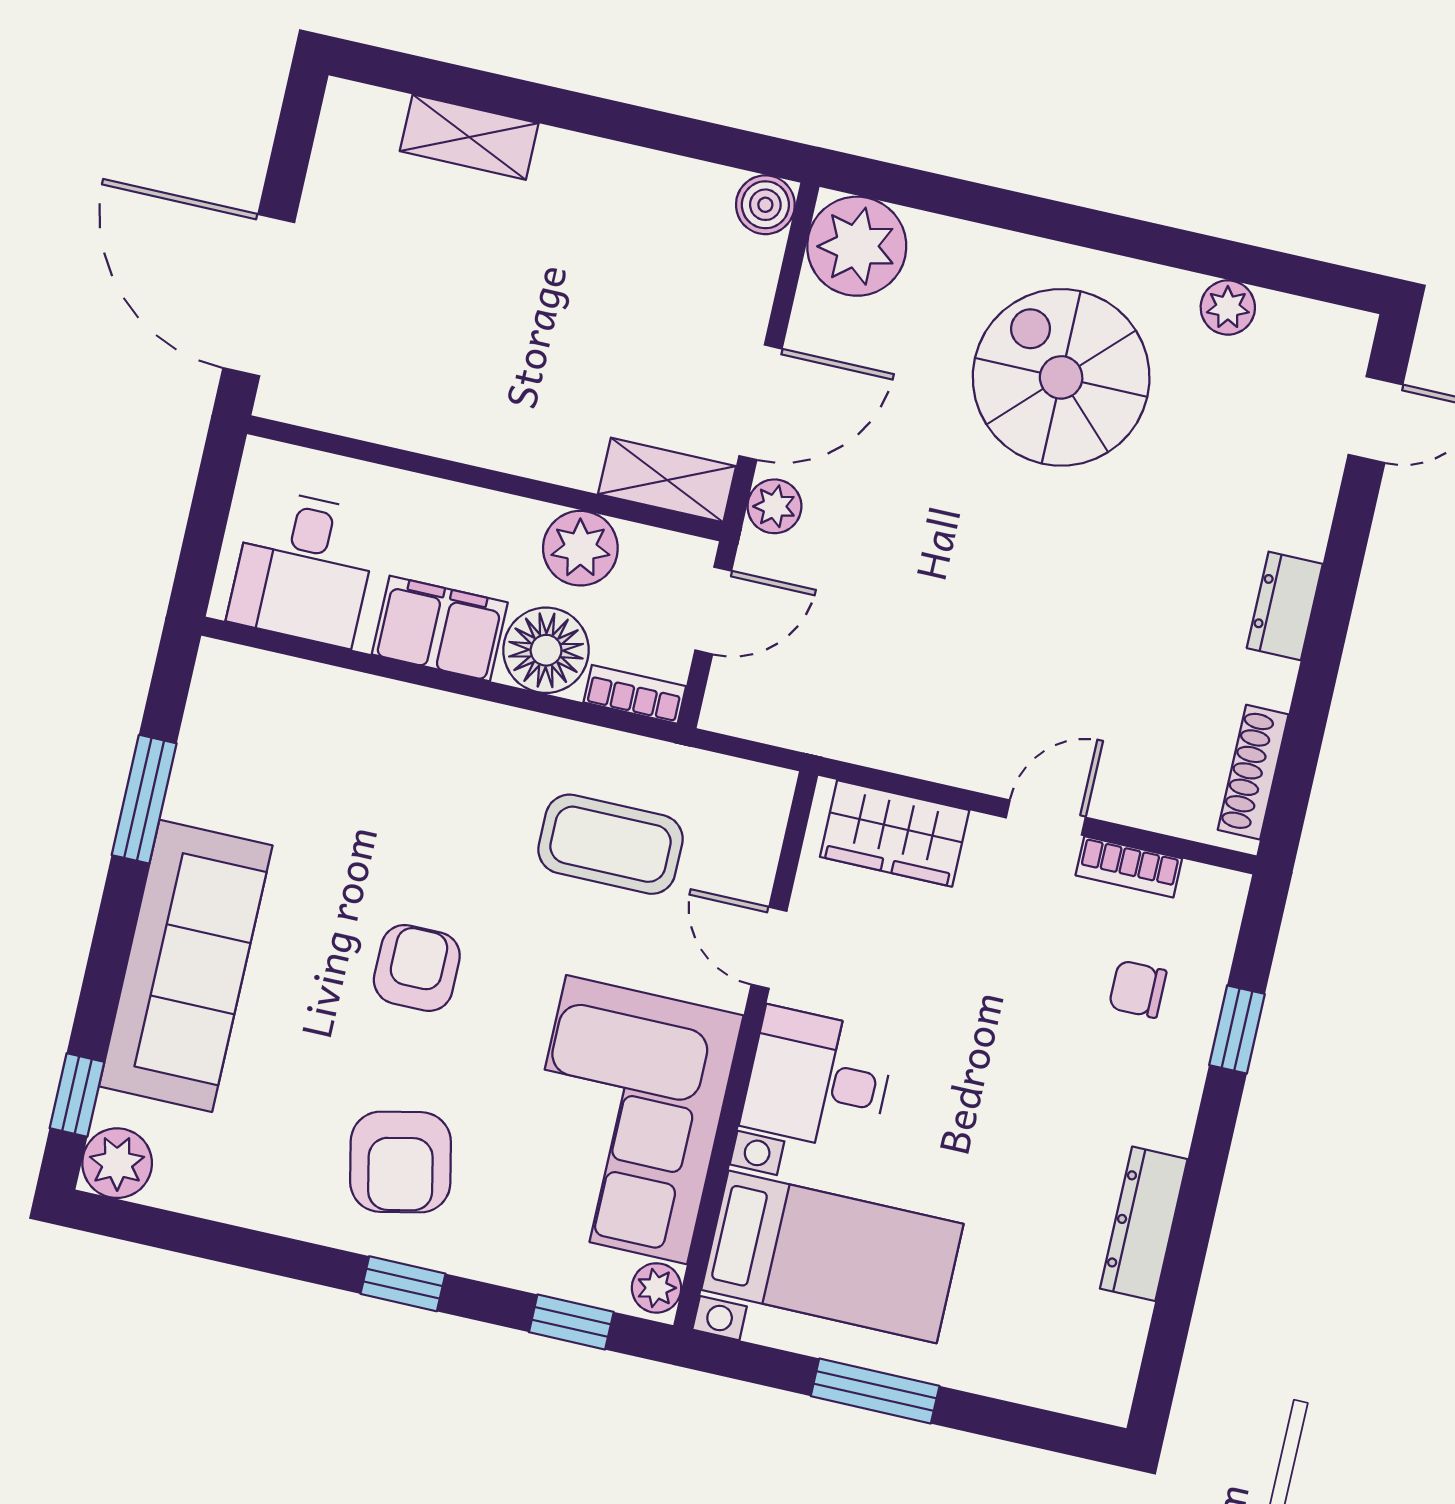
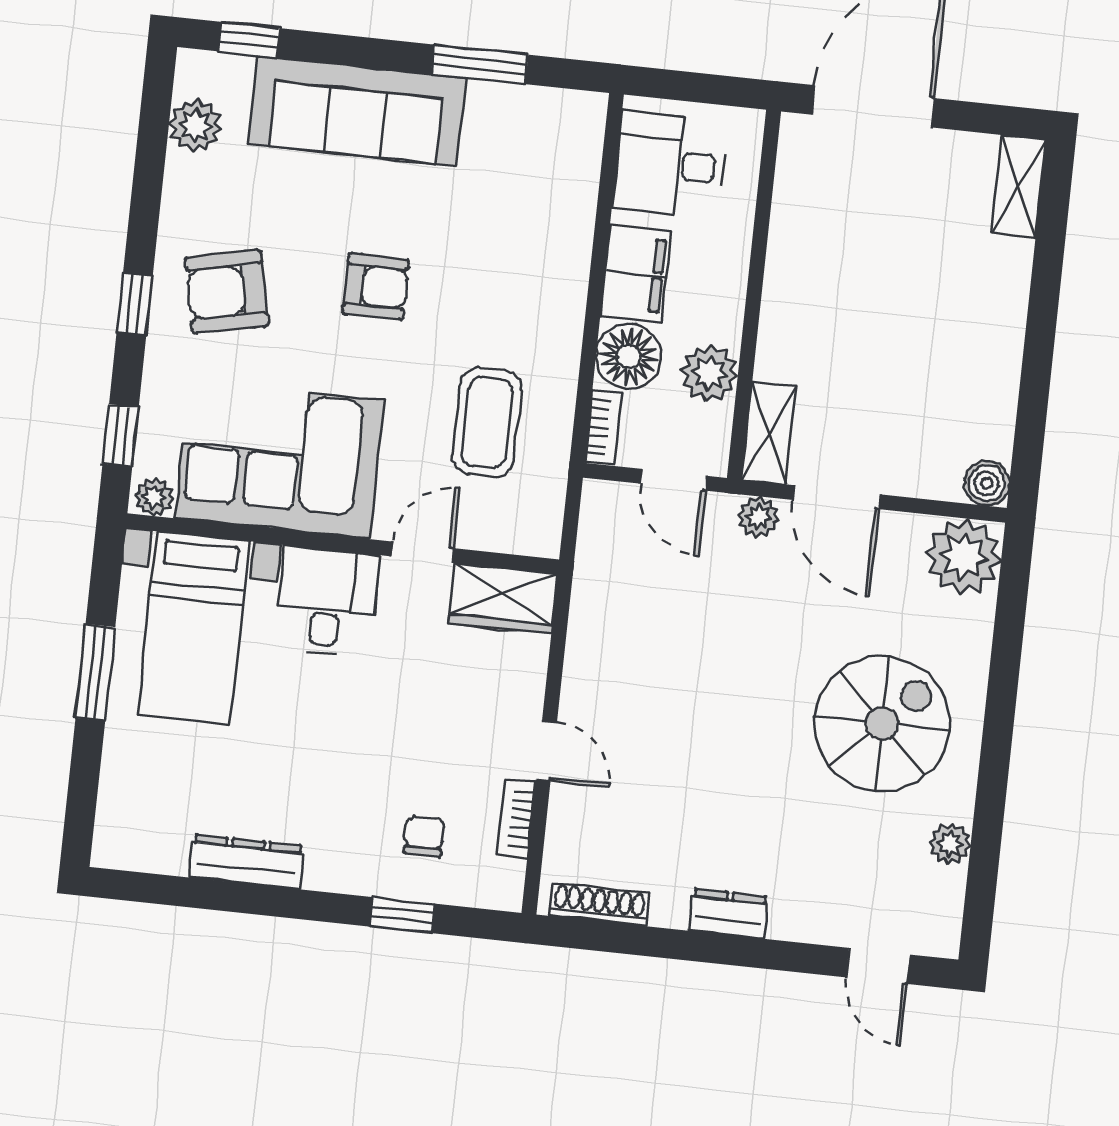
shelving: (469, 137) -> (1019, 187), moved
wardrobe: (895, 833) -> (503, 599), moved, turned -90
plant: (117, 1163) -> (195, 126), moved

